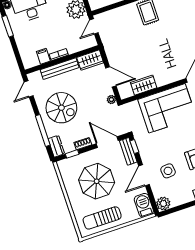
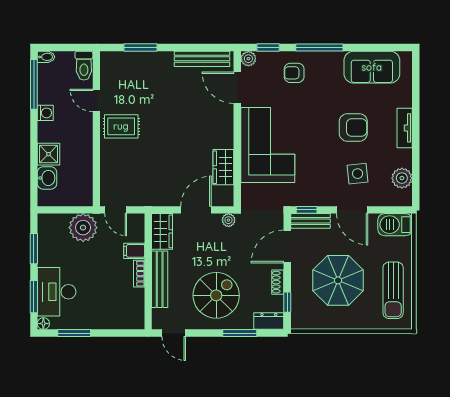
filing cabinet: (43, 56) -> (134, 251), moved
window: (43, 130) -> (240, 333), width x0.69
plant: (163, 204) -> (402, 178), moved

